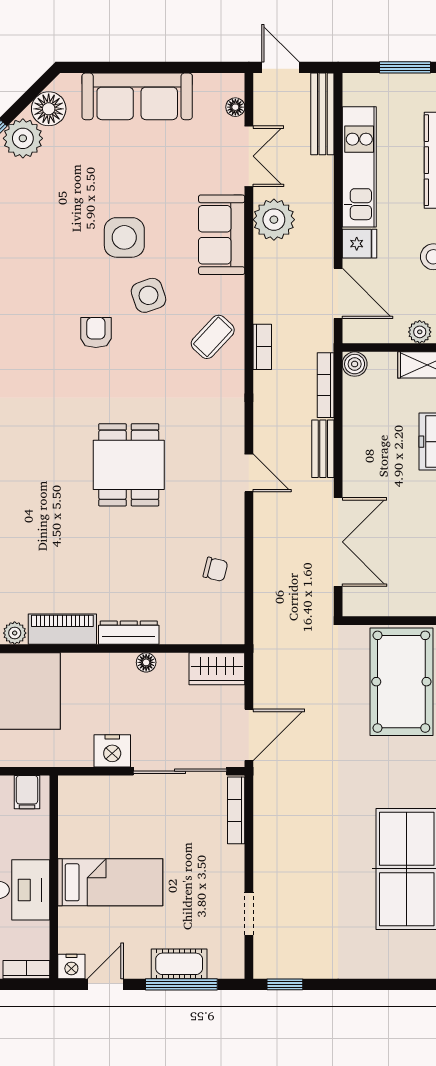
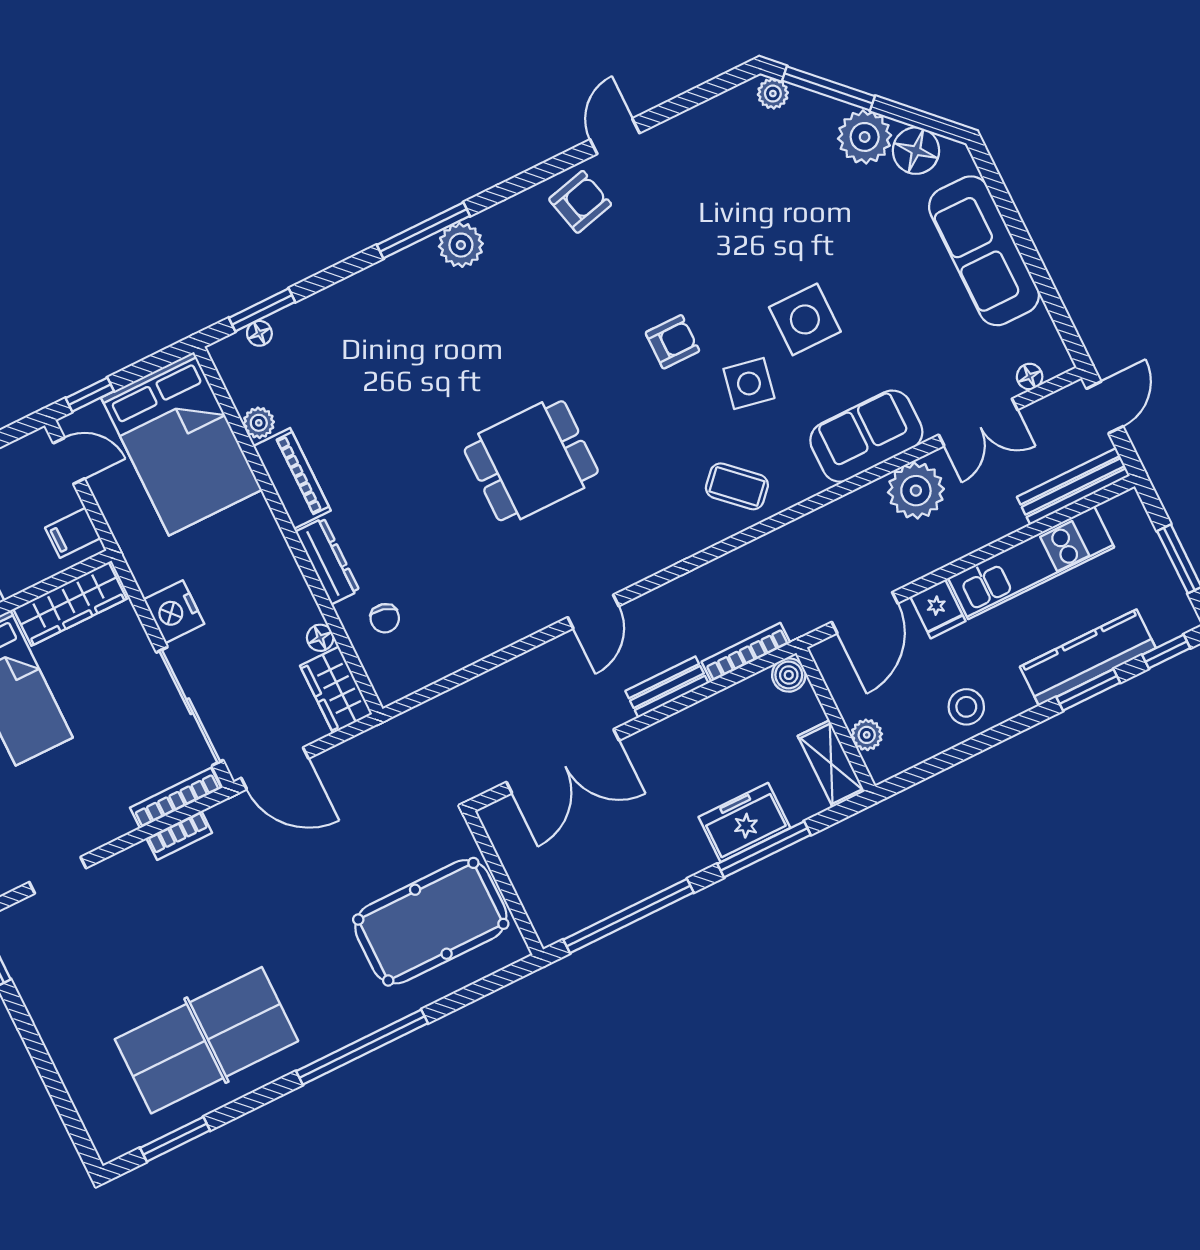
side table: (148, 295) -> (749, 384), turned 30
bookcase: (262, 347) -> (179, 835), moved
chair: (215, 569) -> (385, 618), moved
floor lamp: (146, 662) -> (320, 638), moved
wardrobe: (73, 817) -> (70, 604), added

